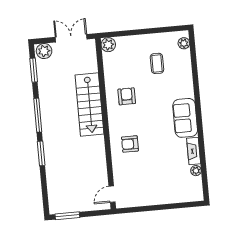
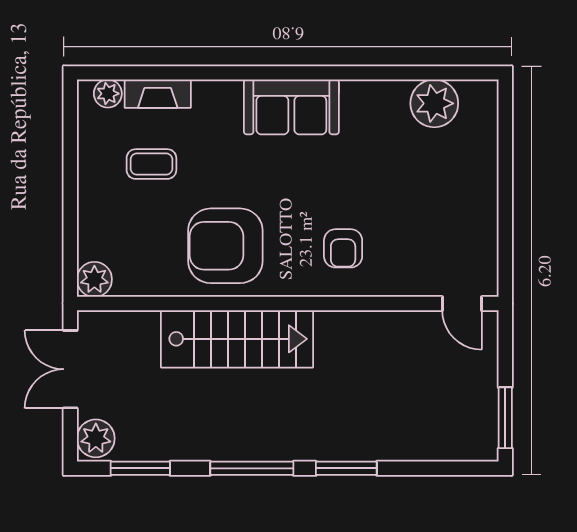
armchair: (127, 96) -> (225, 246), width x1.88, depth x1.88
fireplace: (194, 151) -> (158, 94), moved
plant: (196, 171) -> (434, 103), width x1.87, depth x1.87

